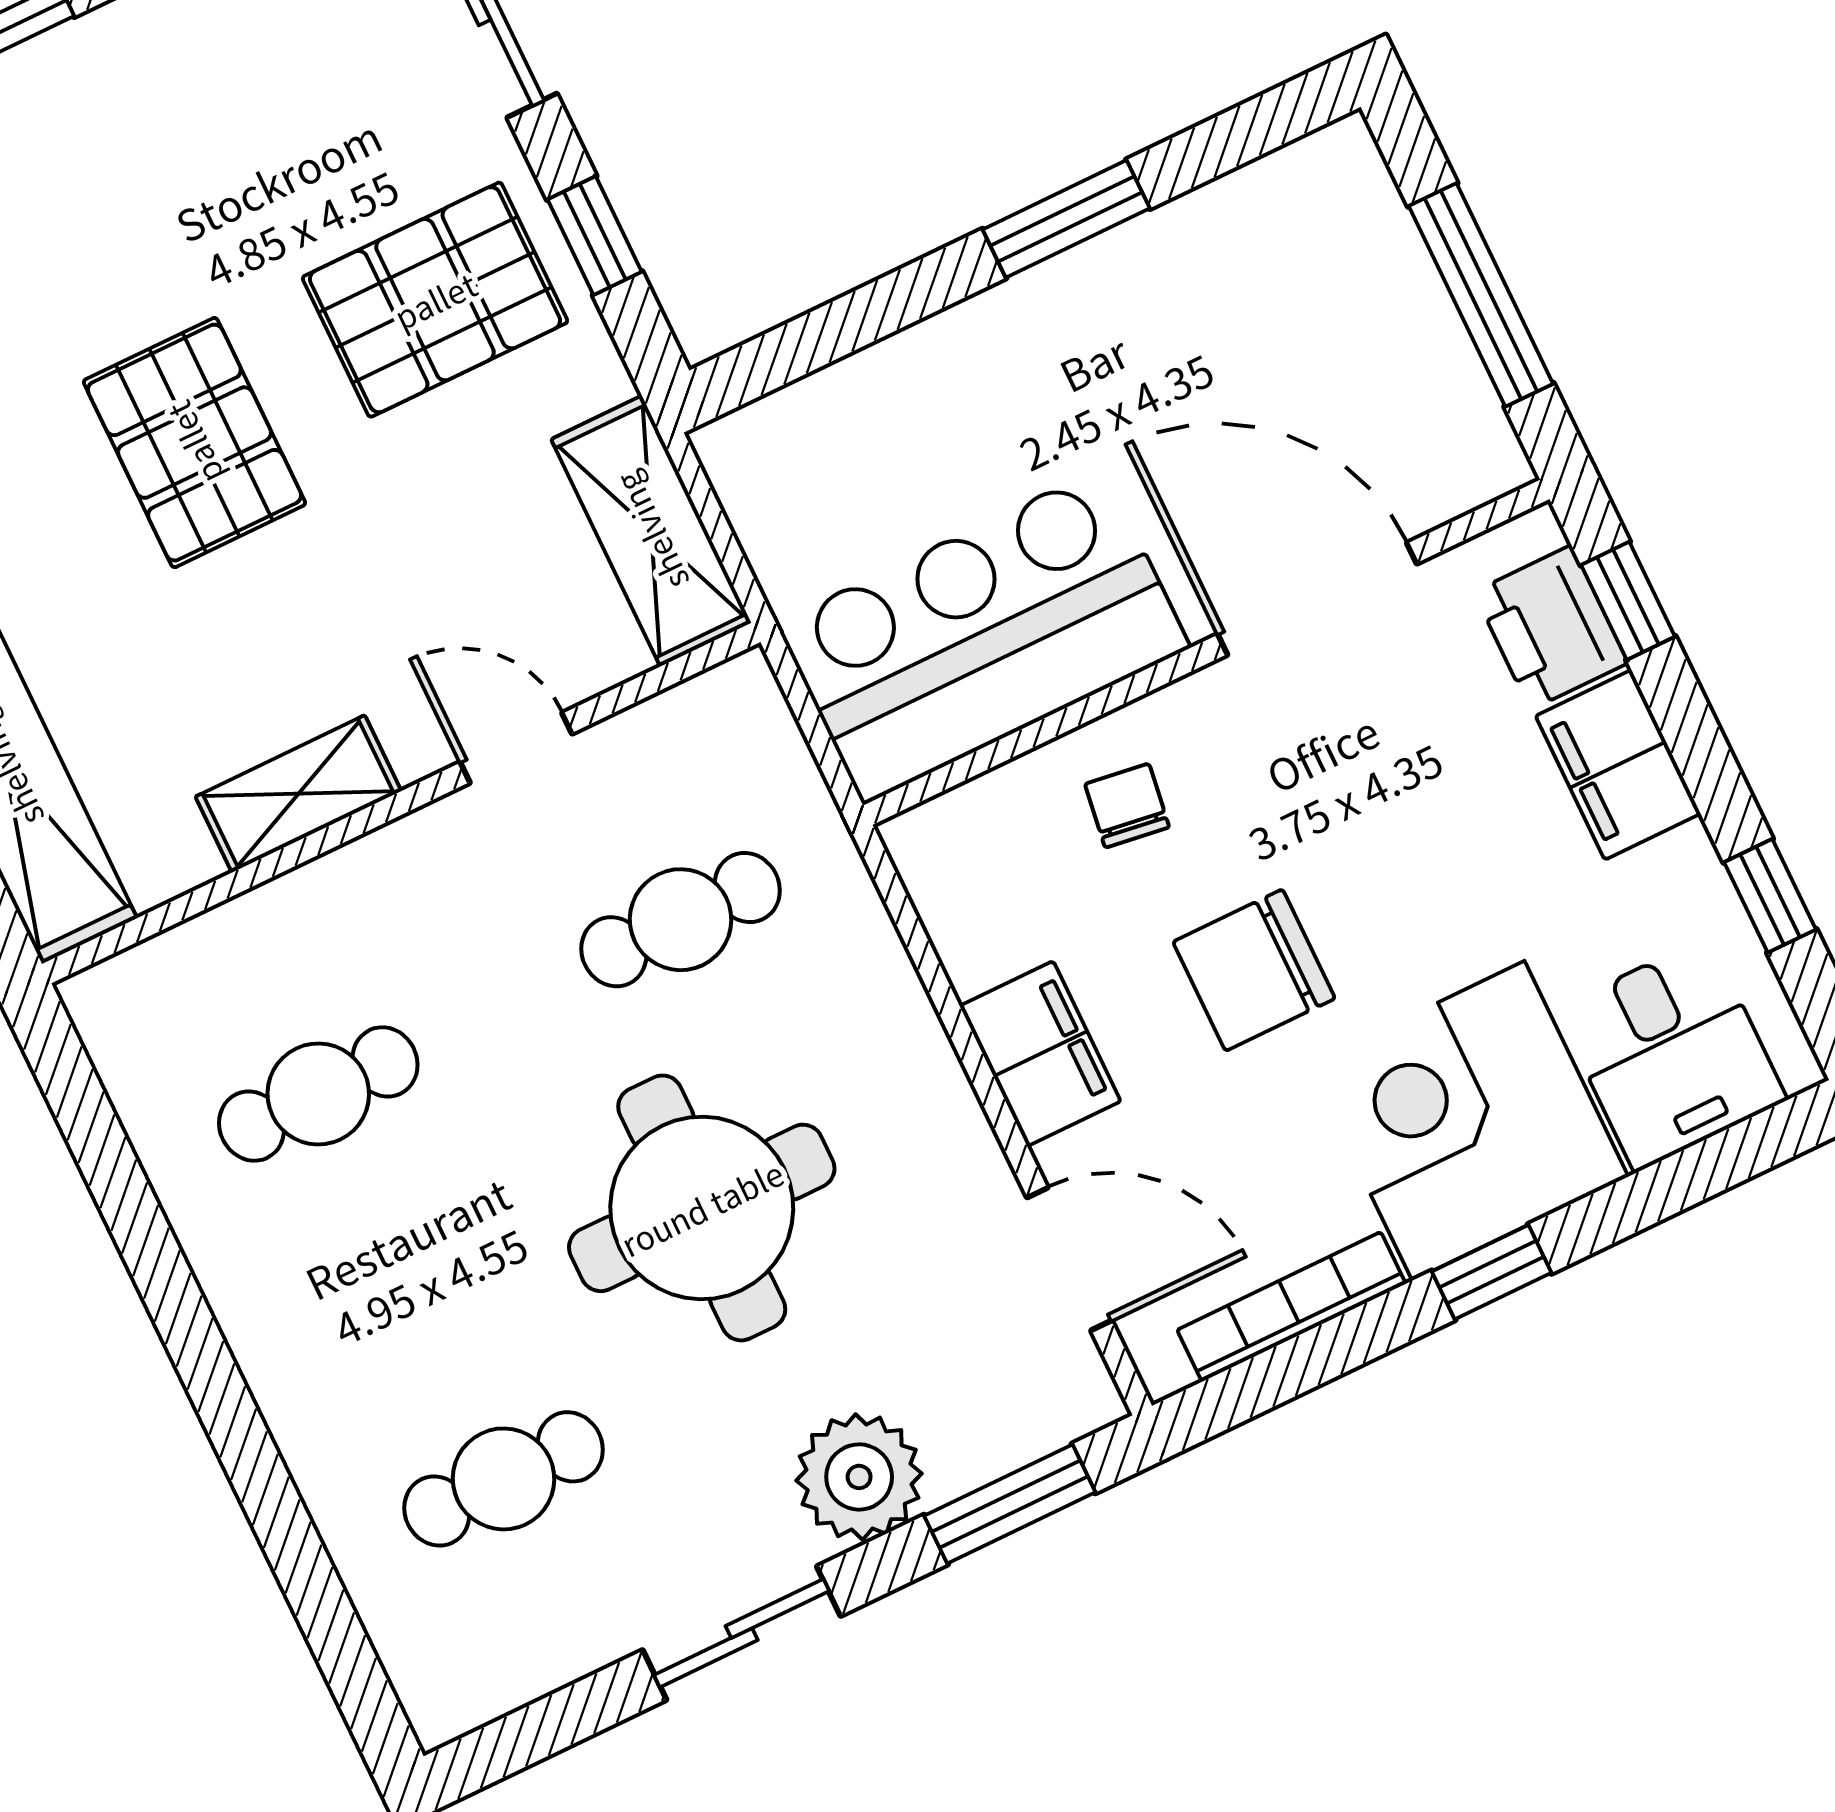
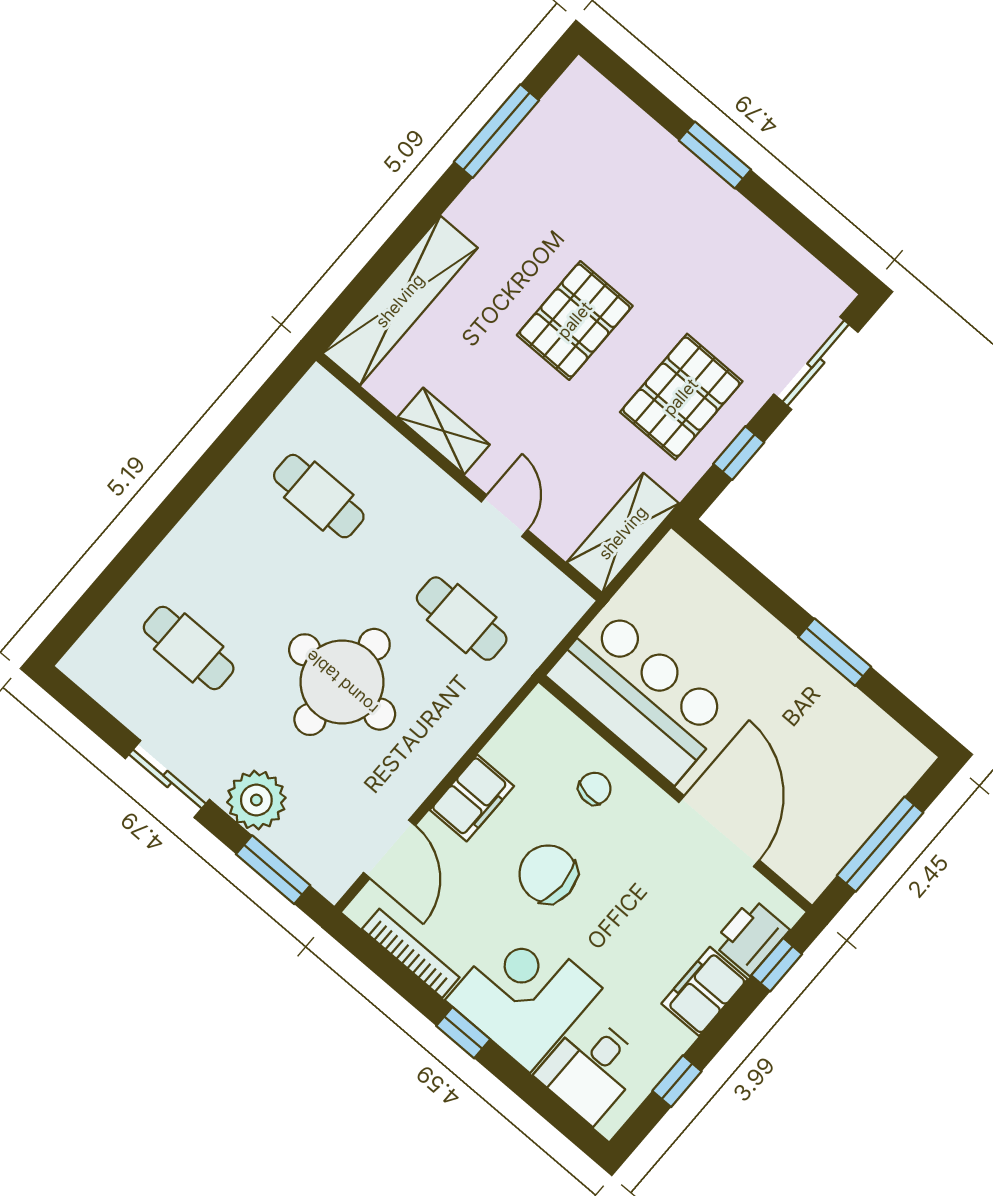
pallet: (435, 300) -> (681, 397), turned 90

